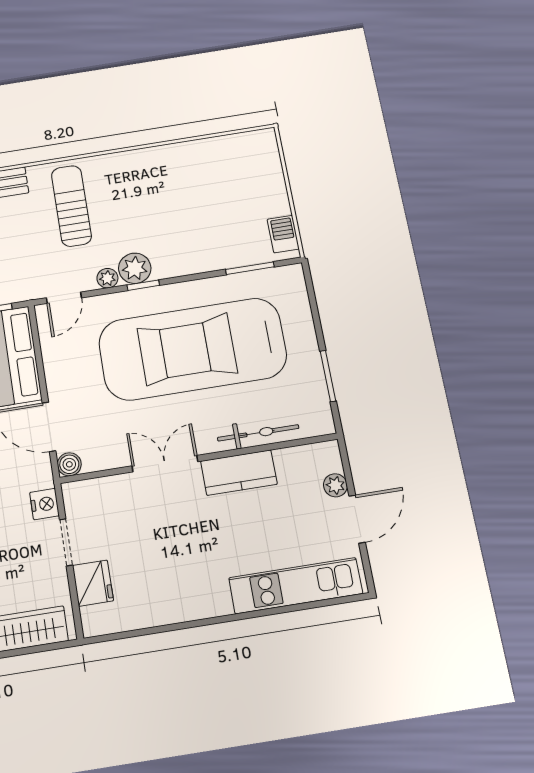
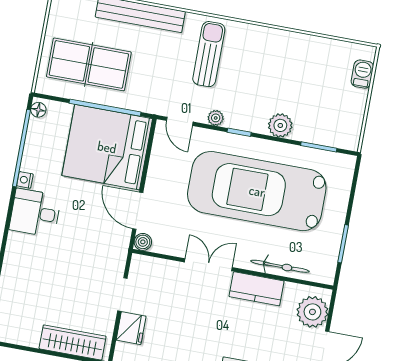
barbecue: (283, 234) -> (362, 74), moved
plant: (135, 268) -> (280, 125), moved
door: (64, 298) -> (180, 121), hinge flipped
plant: (335, 485) -> (312, 312), width x1.88, depth x1.88
nightstand: (44, 504) -> (117, 263), removed

